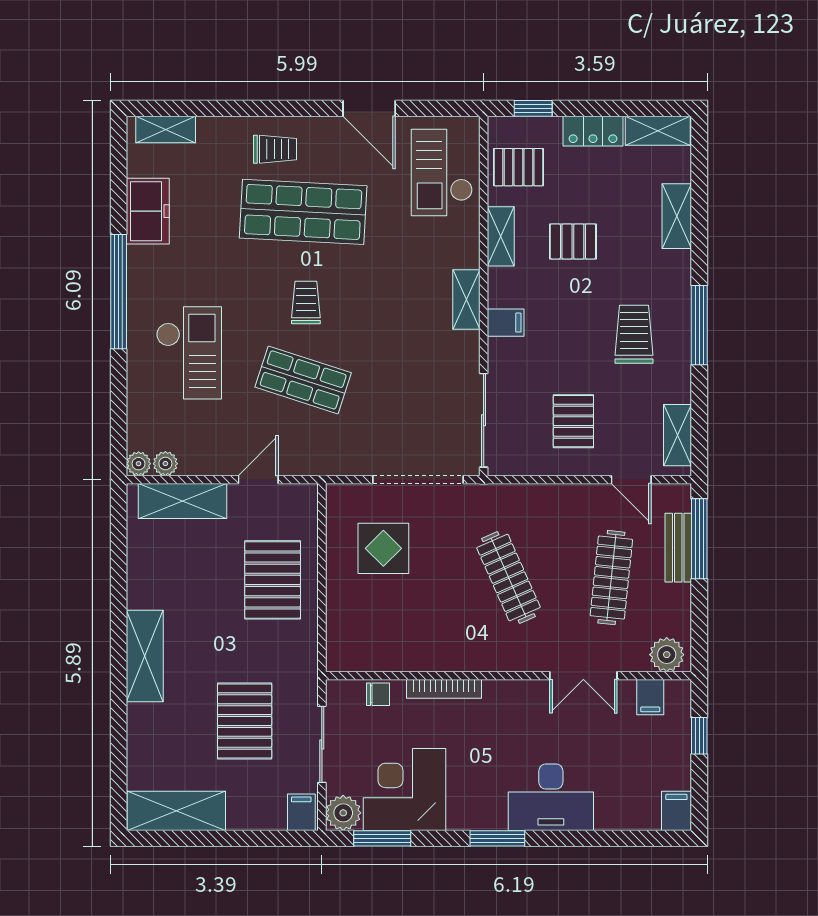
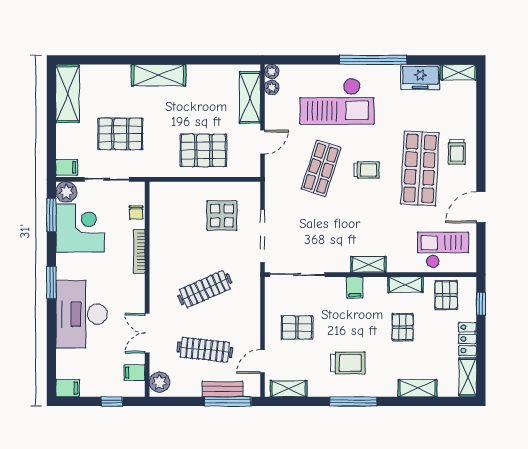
shelving: (166, 130) -> (459, 72), moved, turned 90
checkout: (189, 353) -> (337, 101), width x1.36, depth x1.21
door: (258, 480) -> (262, 142), hinge flipped
desk: (551, 797) -> (81, 314), width x1.36, depth x1.30

